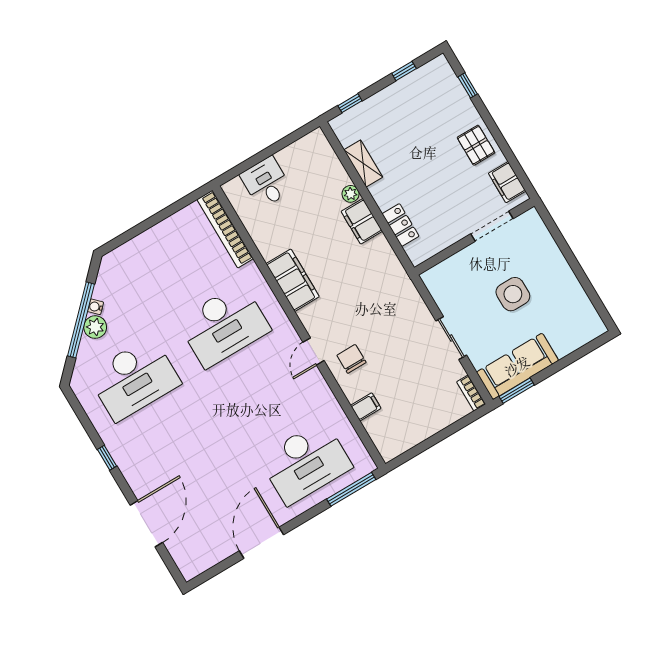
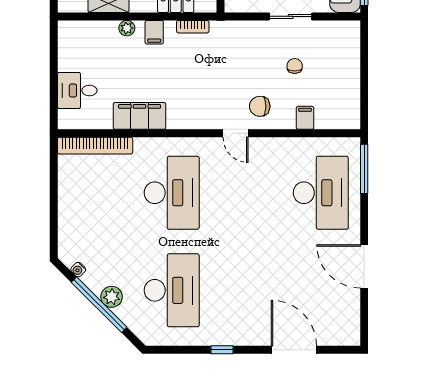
filing cabinet: (362, 221) -> (154, 32), width x0.50
filing cabinet: (293, 280) -> (140, 116), moved
water cooler: (95, 307) -> (78, 270), moved
chair: (408, 369) -> (295, 66), added
bookcase: (471, 393) -> (193, 27), moved

